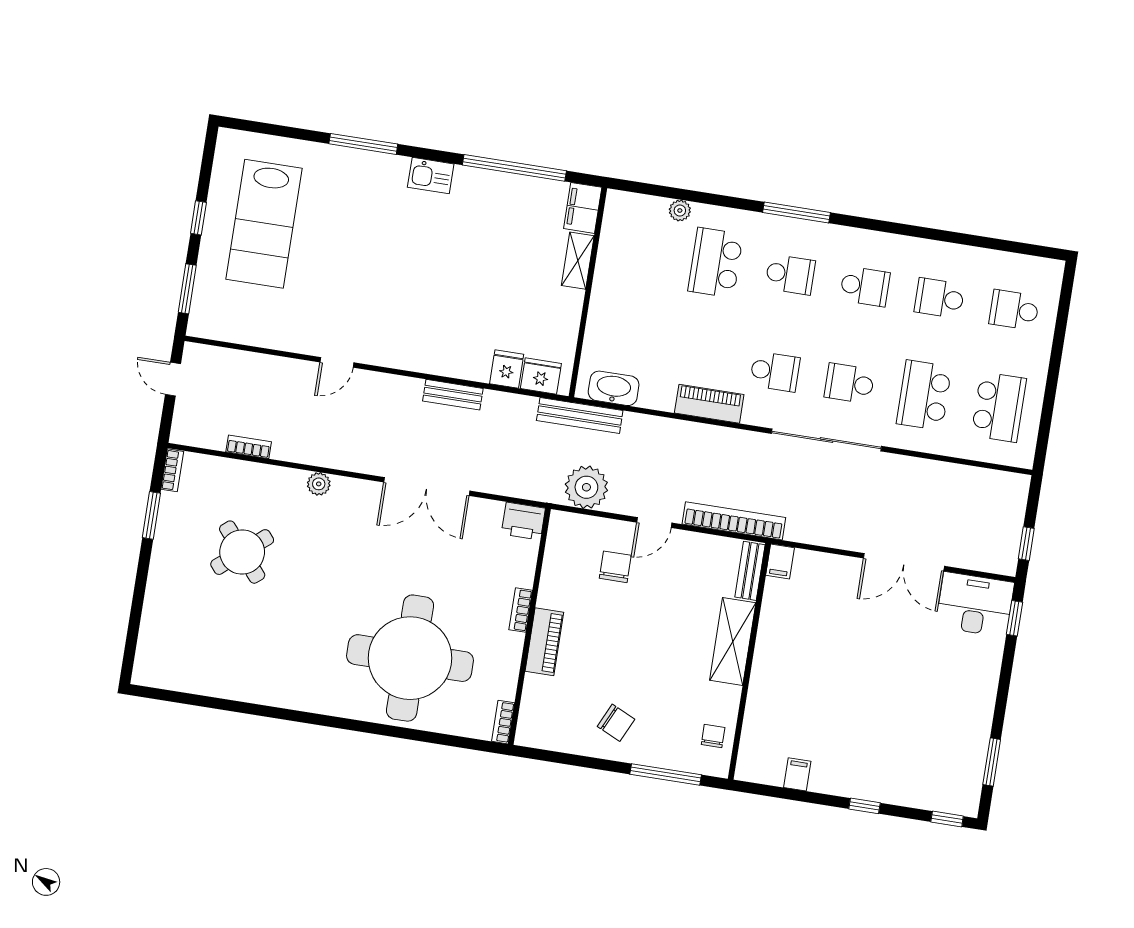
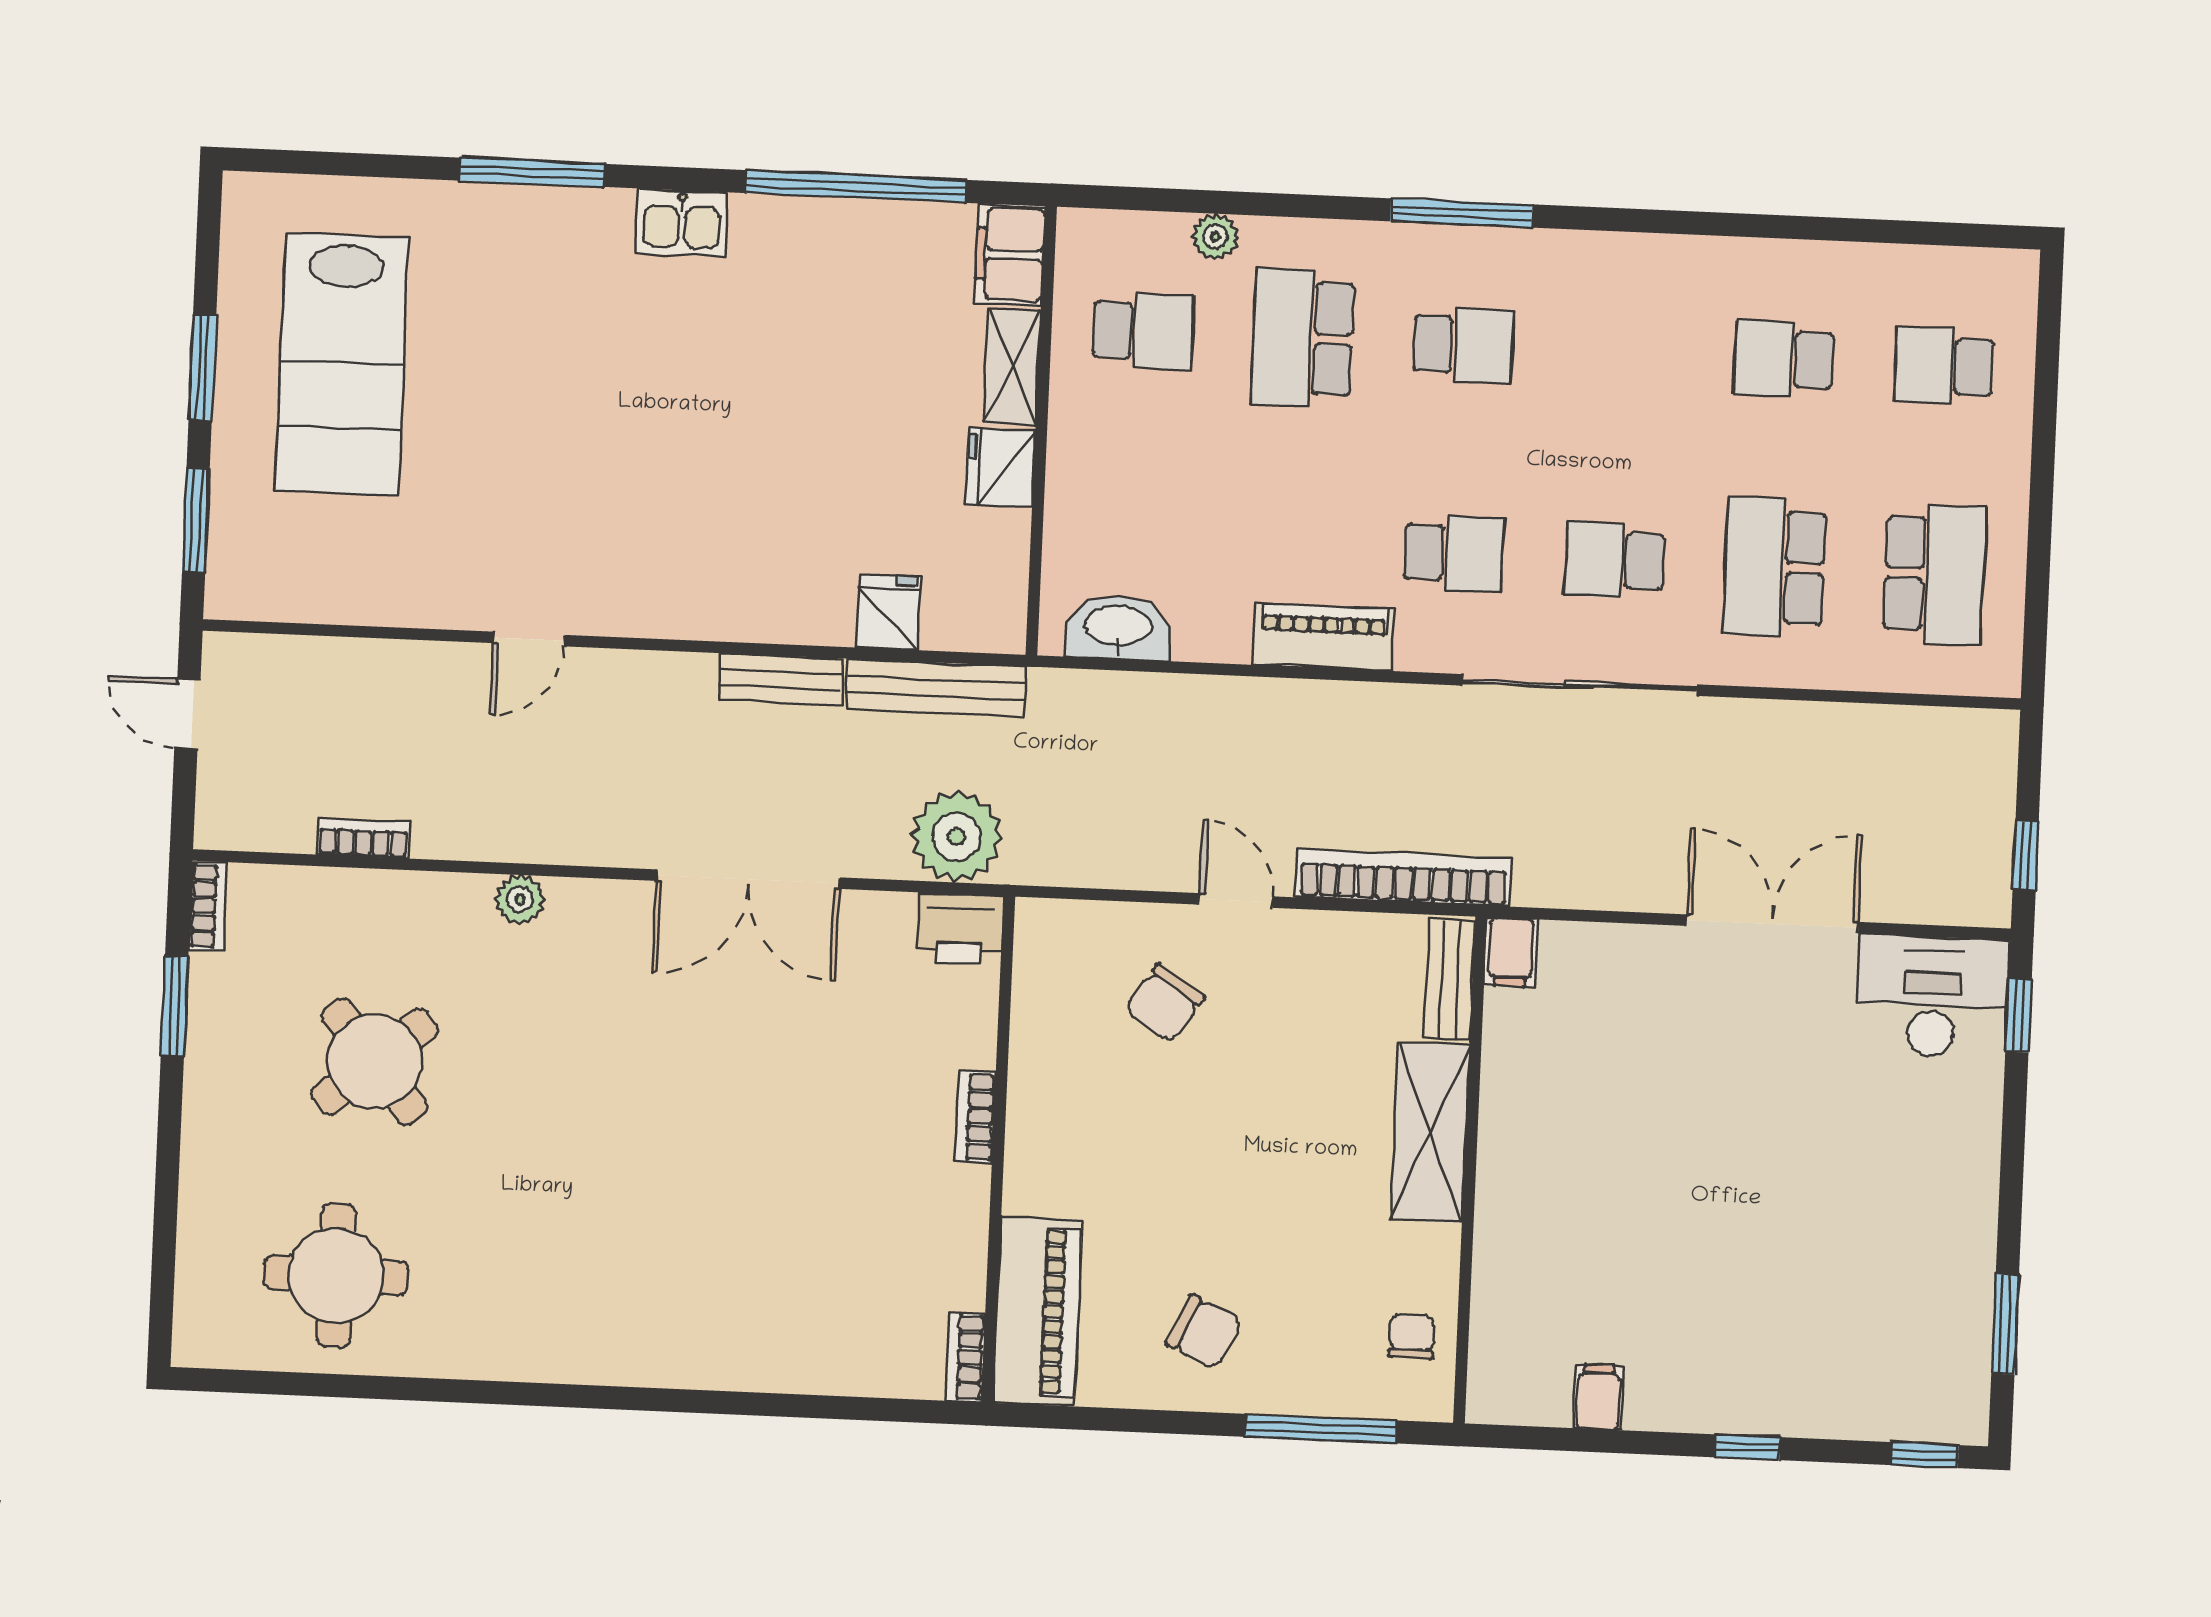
window: (198, 218) -> (202, 368), width x1.50
school desk: (865, 286) -> (1143, 331), moved
fridge: (541, 376) -> (1001, 467), moved, turned -90
bench: (580, 415) -> (936, 687), moved
plant: (586, 487) -> (957, 837), moved
door: (654, 523) -> (1236, 900), swing flipped
double door: (904, 562) -> (1772, 924), swing flipped
chair: (615, 567) -> (1165, 1003), turned -146
piano: (544, 642) -> (1038, 1311), moved, width x1.37, depth x1.33
round table: (410, 658) -> (336, 1275), moved, width x0.54, depth x0.54

